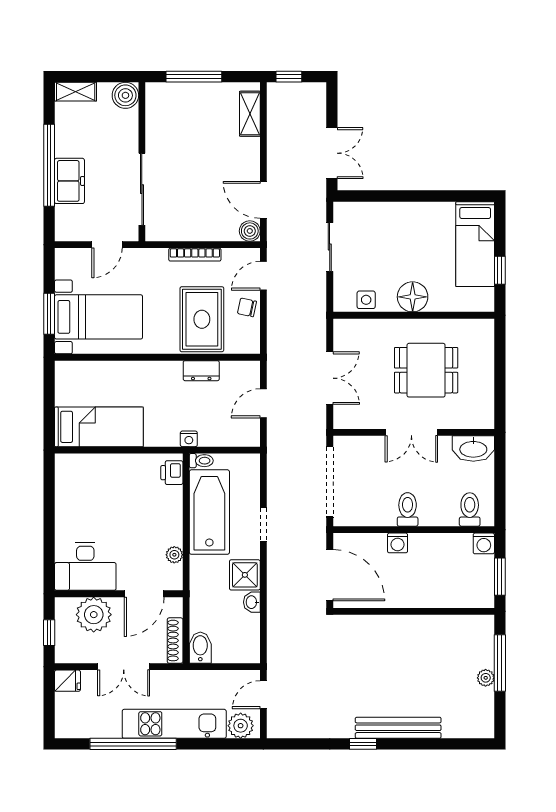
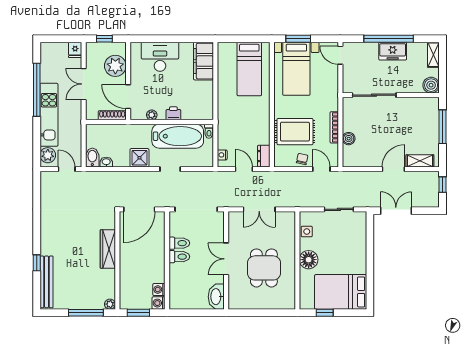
double door: (332, 153) -> (396, 211), swing flipped
freezer: (69, 181) -> (393, 51), moved
door: (263, 200) -> (393, 169), moved
boiler: (250, 231) -> (349, 139), moved
bed: (475, 244) -> (341, 292), width x1.50
door: (107, 245) -> (340, 55), moved
dresser: (201, 371) -> (264, 156), moved
bed: (99, 427) -> (249, 69), moved
nightstand: (189, 439) -> (222, 155), moved
filing cabinet: (86, 470) -> (204, 61), added
printer: (172, 473) -> (173, 113), moved
toilet: (470, 509) -> (179, 243), moved
washing machine: (398, 543) -> (159, 290), moved
desk: (85, 566) -> (160, 57), moved, turned 90
washbasin: (252, 602) -> (106, 162), moved
wardrobe: (395, 627) -> (108, 249), added
shoe rack: (175, 641) -> (112, 115), moved
bidet: (200, 648) -> (92, 157), moved, turned -90
plant: (486, 678) -> (110, 304), moved
bench: (398, 728) -> (47, 282), moved
window: (363, 744) -> (37, 263), moved

